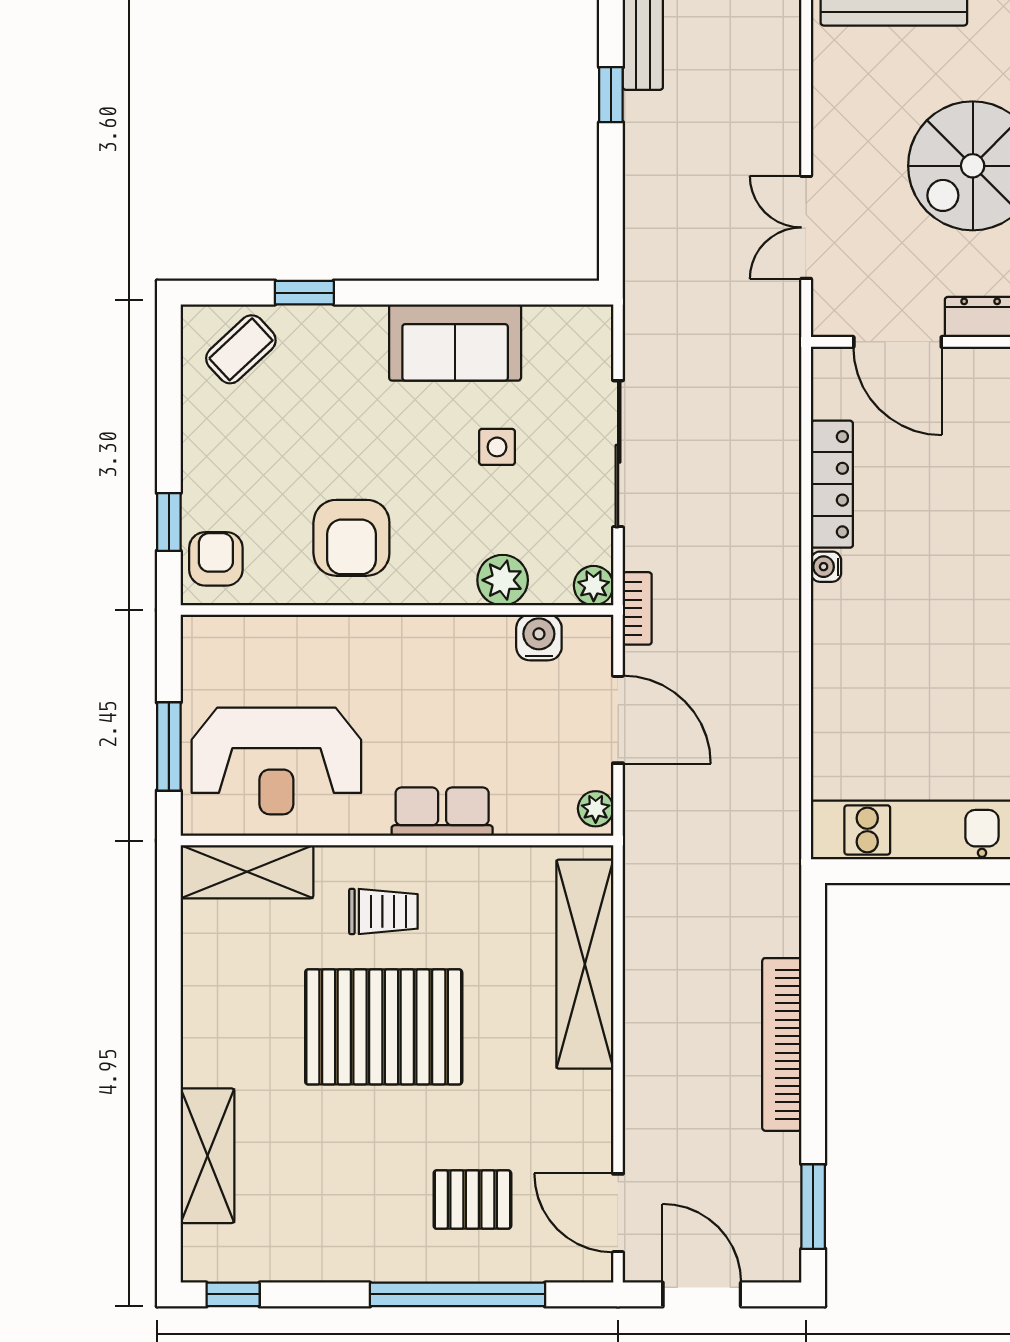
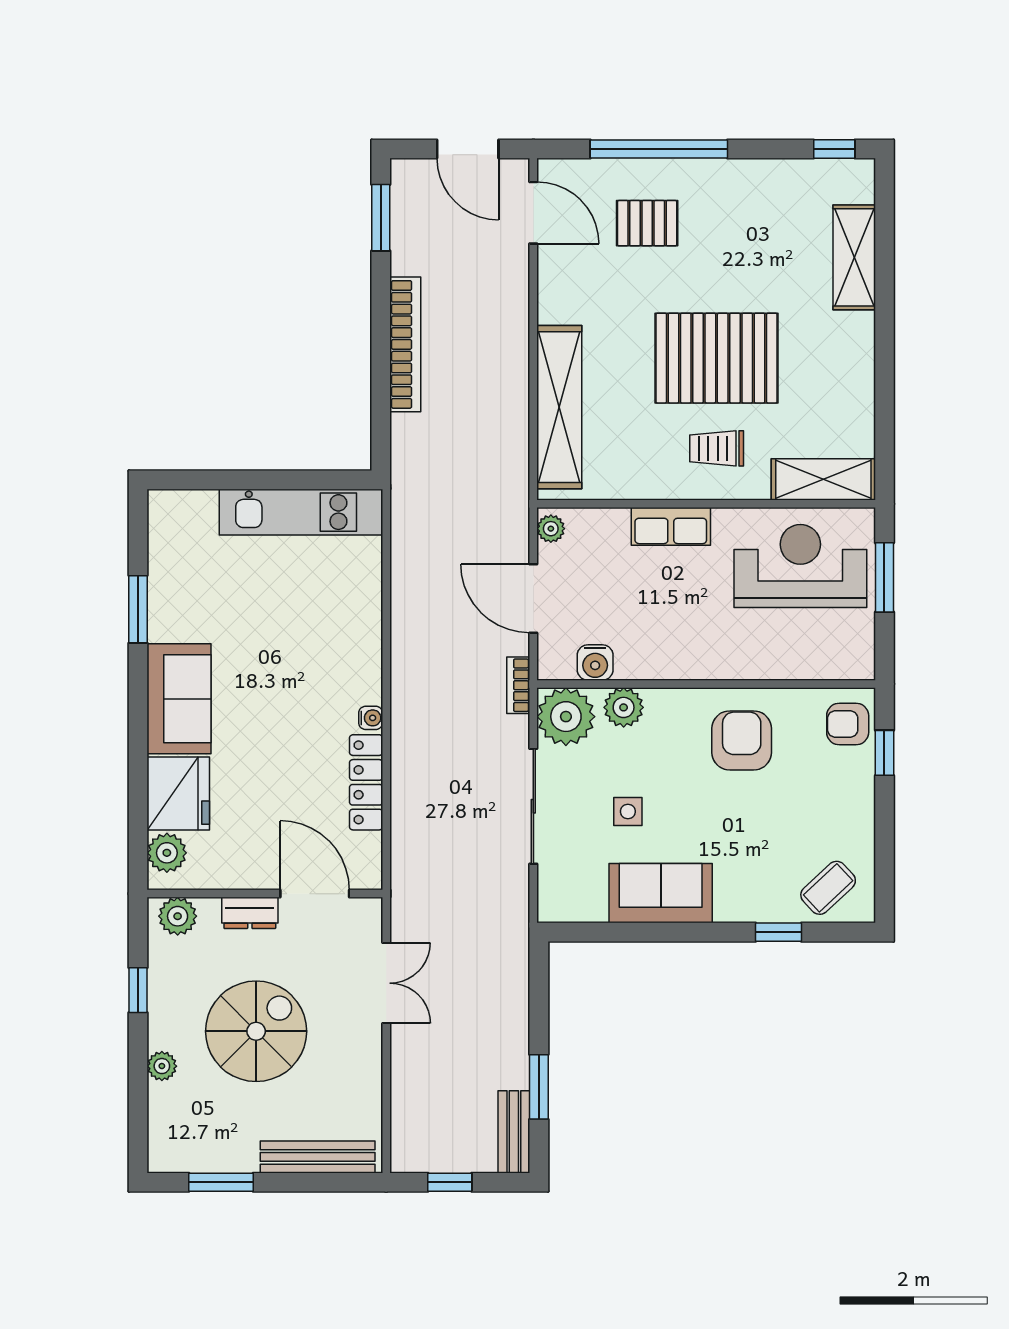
window: (611, 95) -> (539, 1087), width x1.50
armchair: (216, 559) -> (848, 724), turned 90
plant: (594, 586) -> (566, 717), width x1.87, depth x1.87

